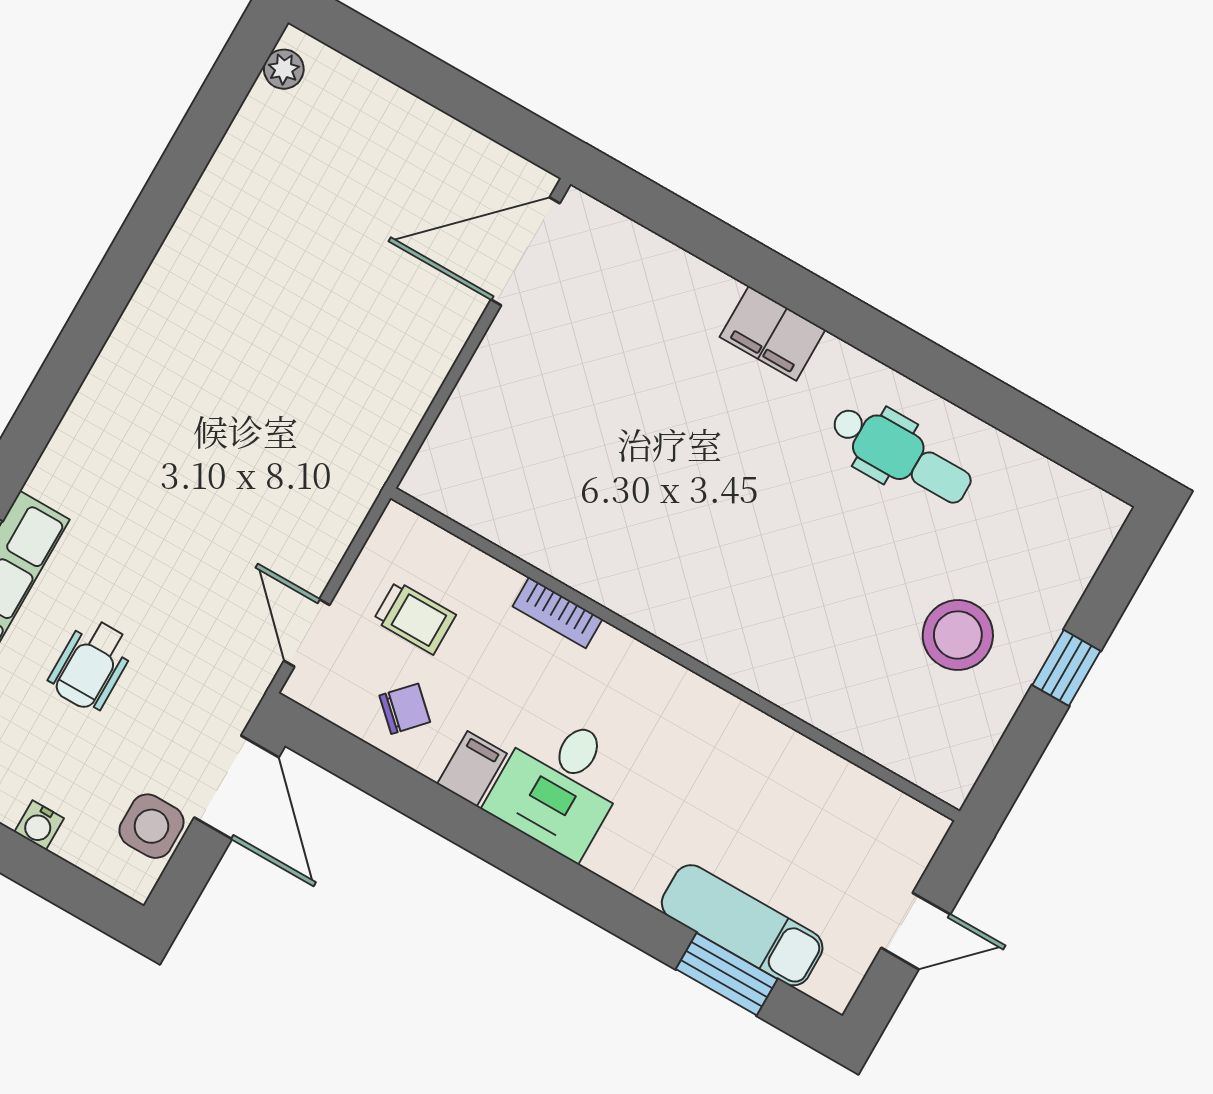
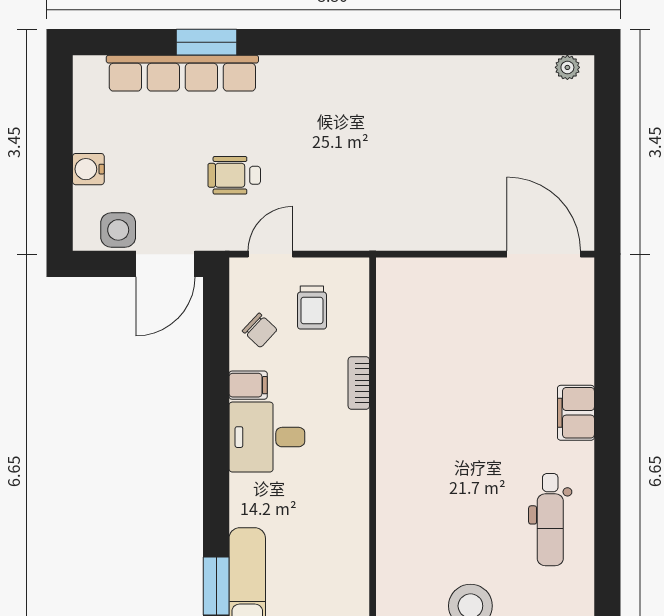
wheelchair: (91, 665) -> (234, 175), moved
water cooler: (39, 825) -> (88, 169), width x1.38, depth x1.38

